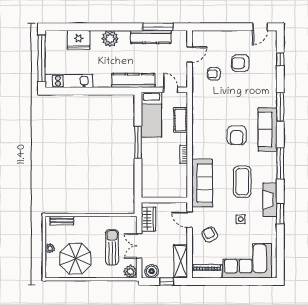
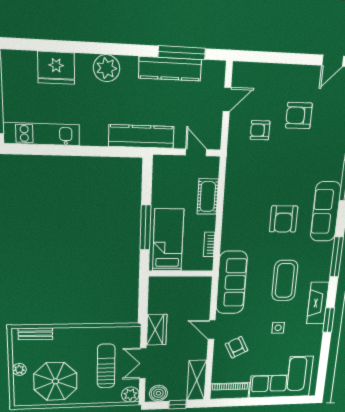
bed: (151, 115) -> (168, 240), moved, turned 180
wall: (164, 200) -> (181, 273), moved

